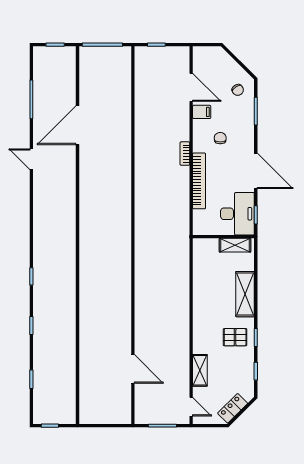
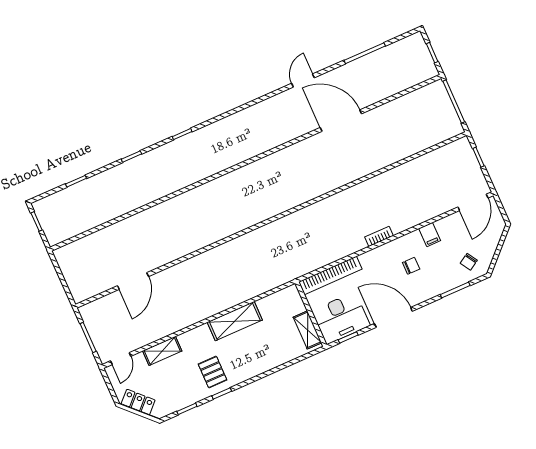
door: (191, 87) -> (473, 202), moved
door: (77, 125) -> (341, 121), moved
door: (256, 171) -> (393, 317), swing flipped
bookcase: (199, 181) -> (330, 275), moved
shelving: (245, 294) -> (235, 321), moved

